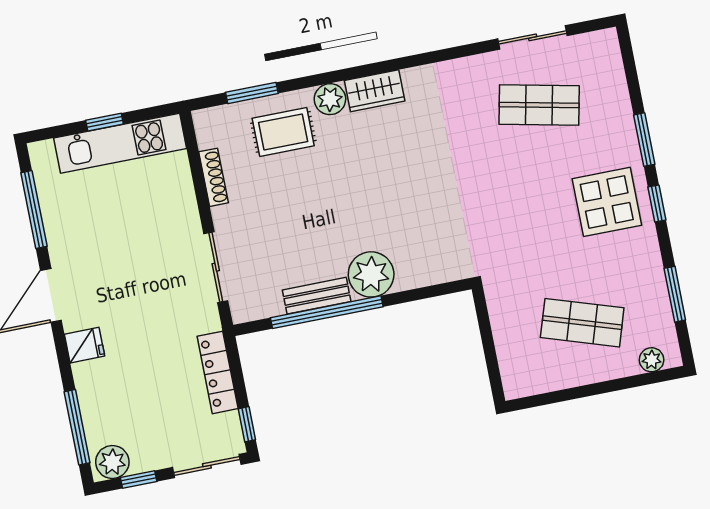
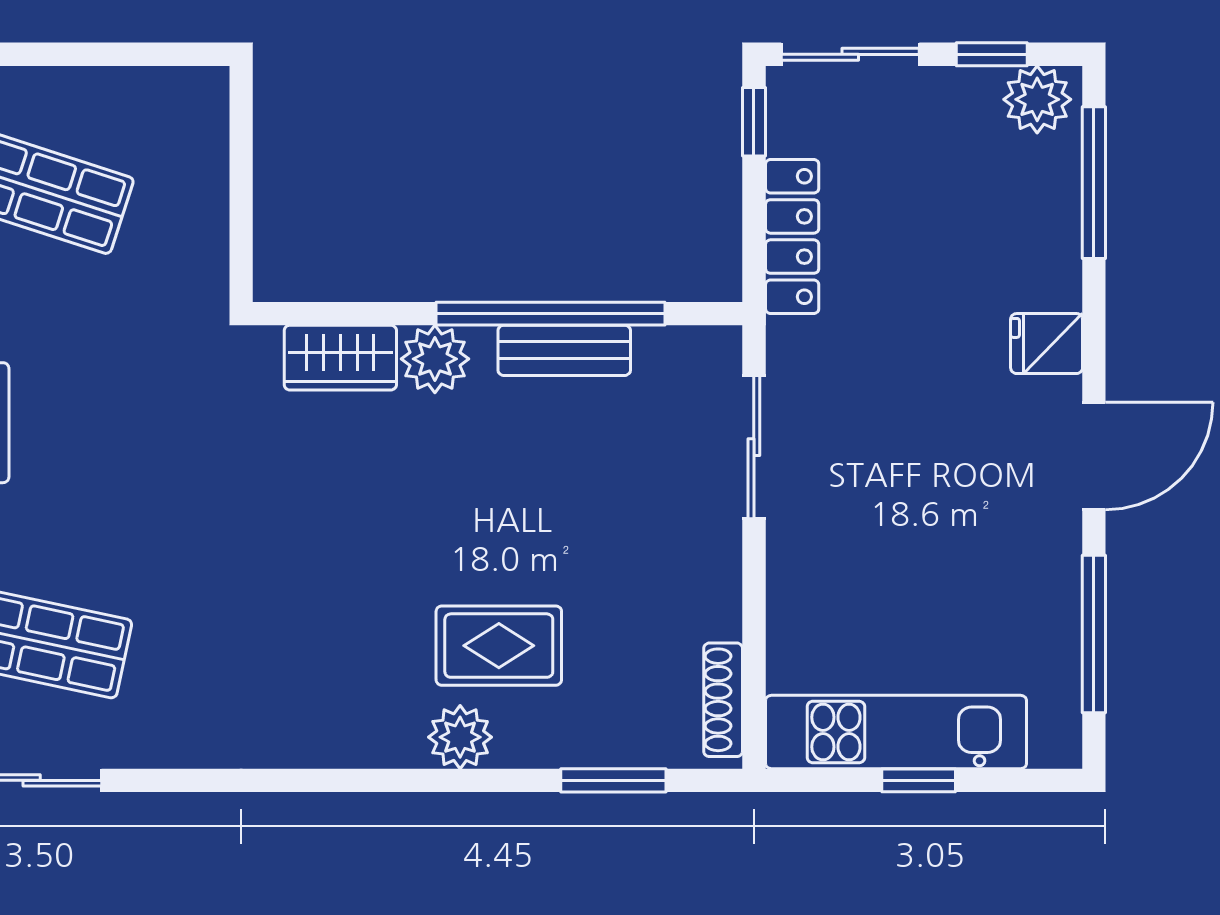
wardrobe: (375, 91) -> (340, 358), moved, turned 180
rug: (283, 132) -> (499, 646), moved
shoe rack: (214, 177) -> (723, 700), moved
plant: (371, 274) -> (435, 359), width x0.73, depth x0.73

